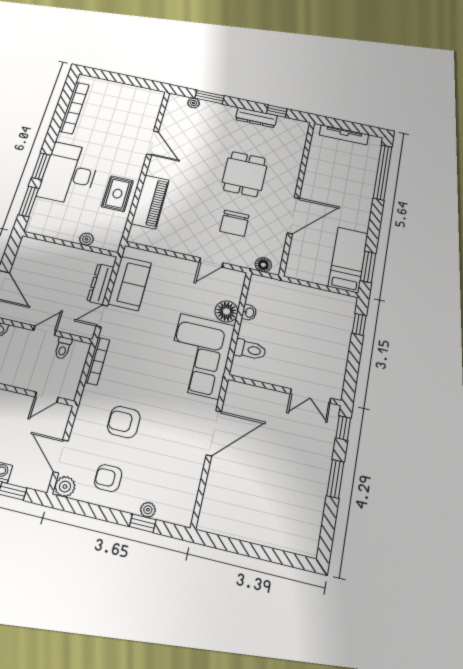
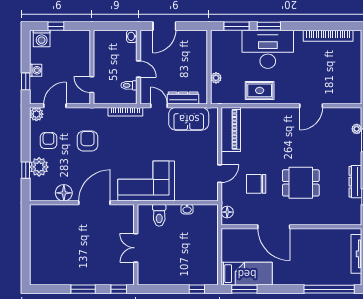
piano: (150, 202) -> (231, 129), moved, turned -90
door: (211, 263) -> (220, 174), swing flipped
floor lamp: (226, 311) -> (64, 193), moved
double door: (311, 396) -> (136, 248), moved
door: (214, 433) -> (94, 203), swing flipped
plant: (148, 510) -> (39, 167), width x1.87, depth x1.87

